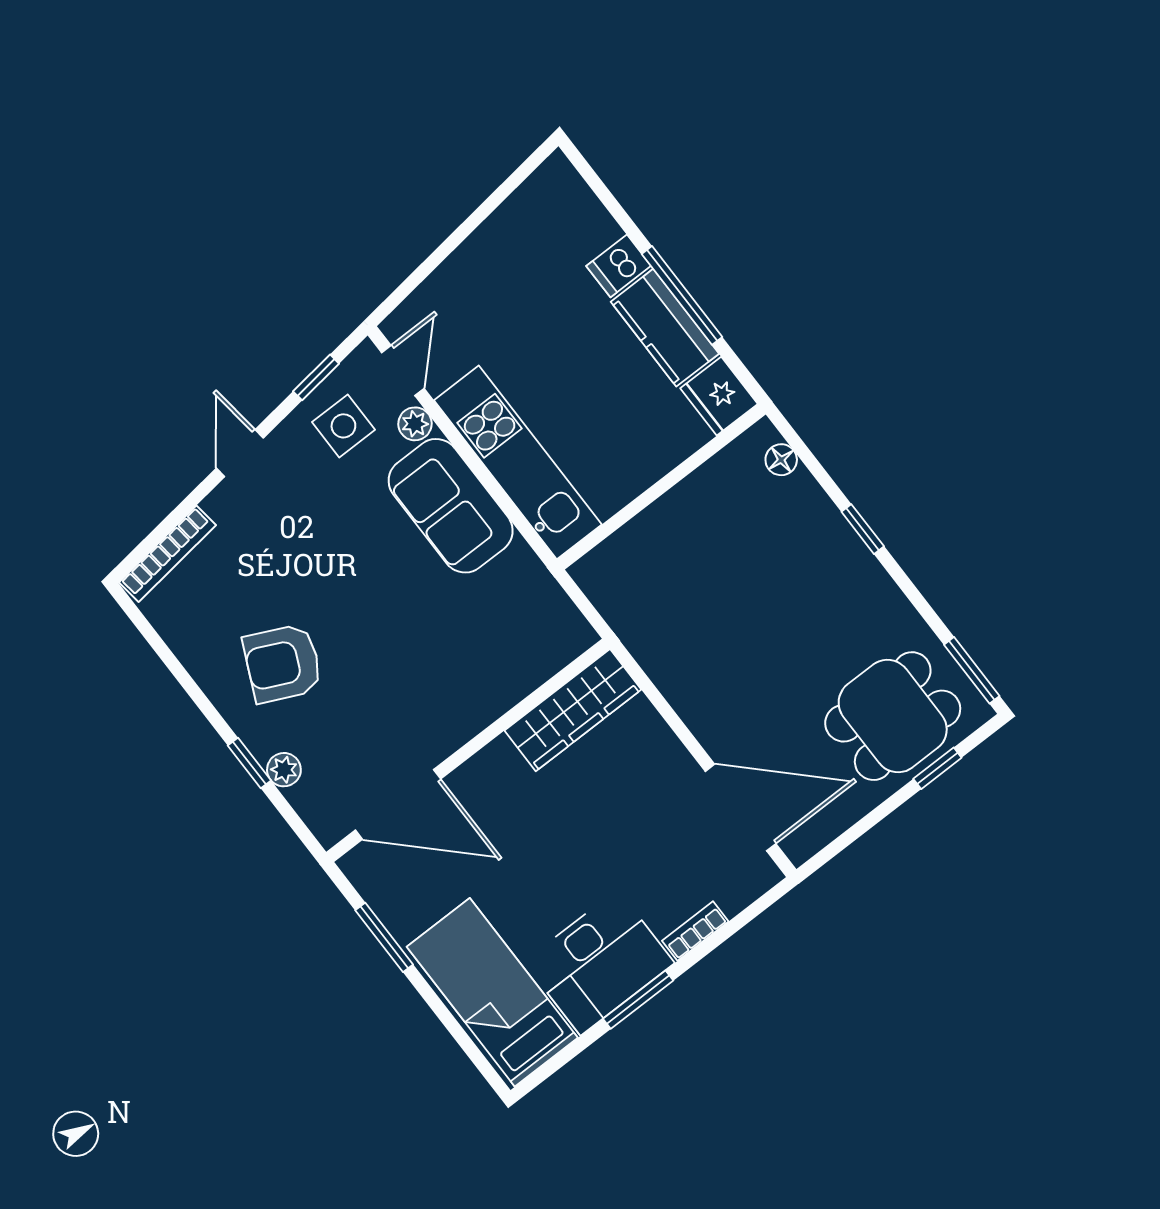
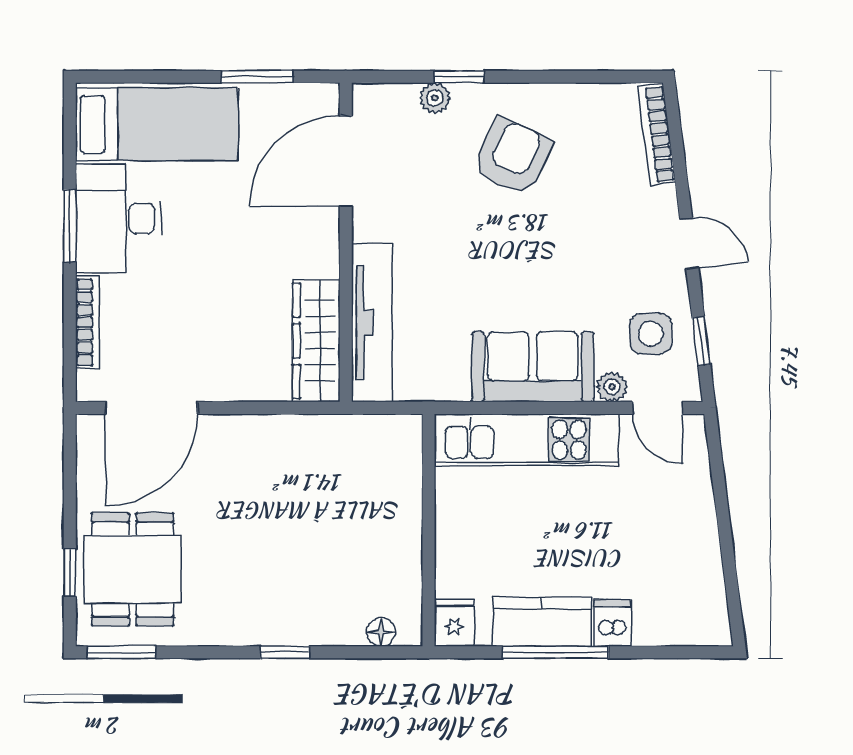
fridge: (719, 396) -> (454, 623), width x0.72
tv unit: (520, 674) -> (372, 323), added
bookcase: (695, 931) -> (87, 322), width x1.56

